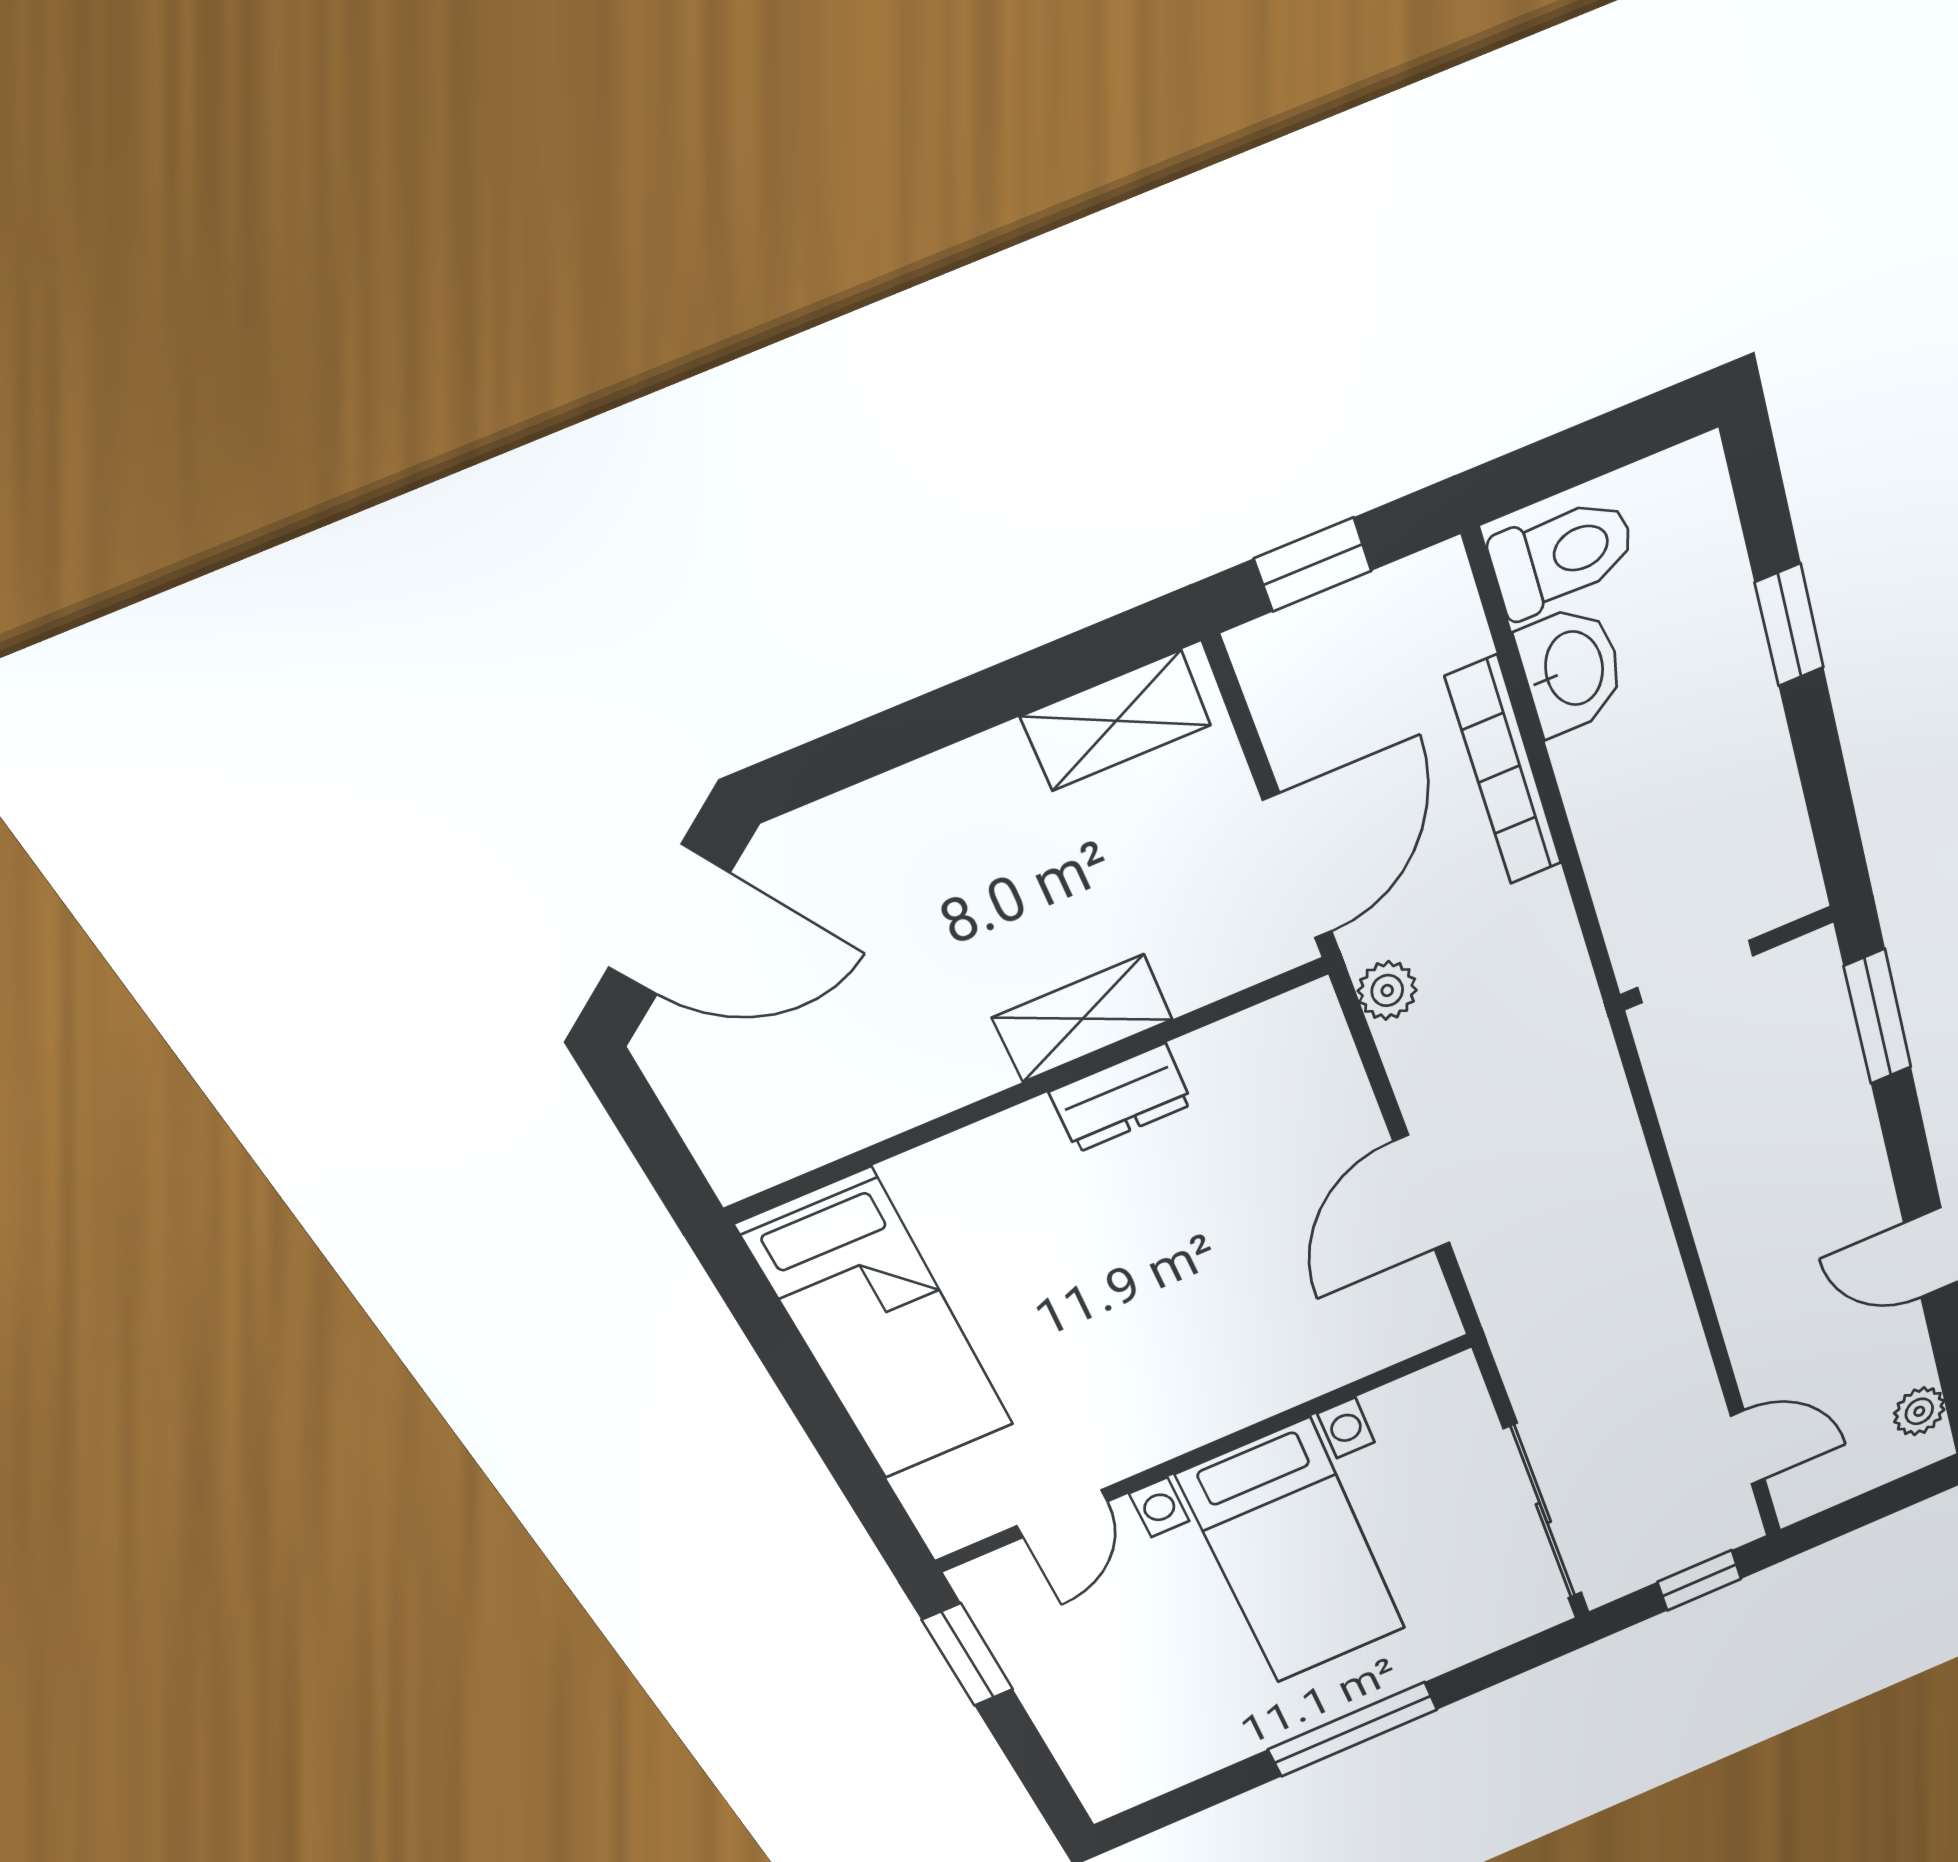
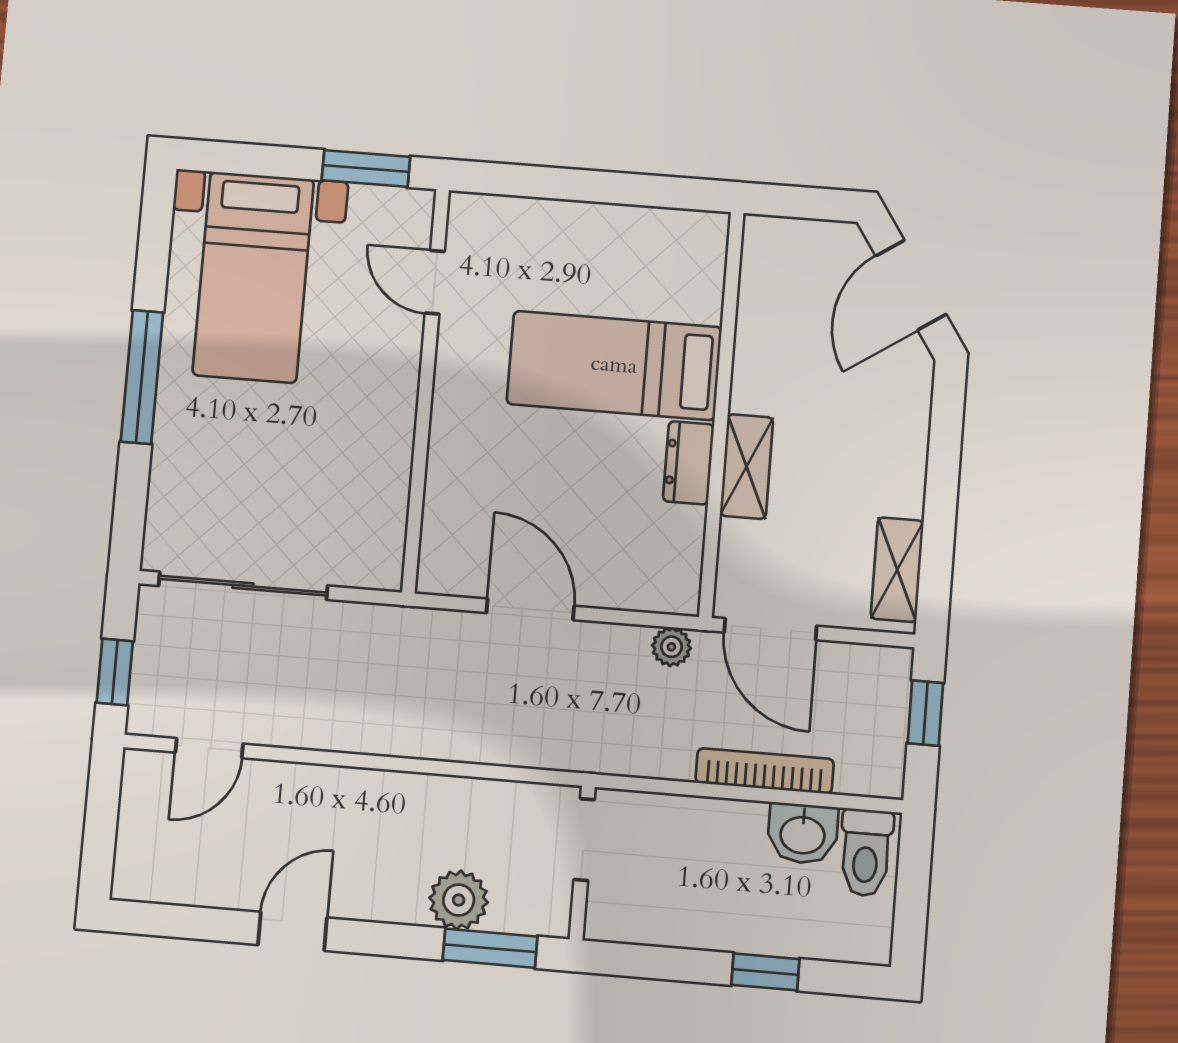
bed: (879, 1328) -> (614, 366), moved
plant: (1919, 1411) -> (459, 900), moved, width x1.38, depth x1.38
bed with nightstands: (1294, 1554) -> (253, 277), moved, turned -90

